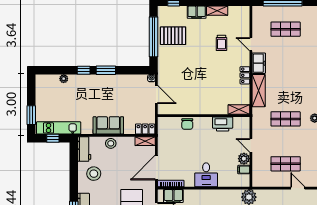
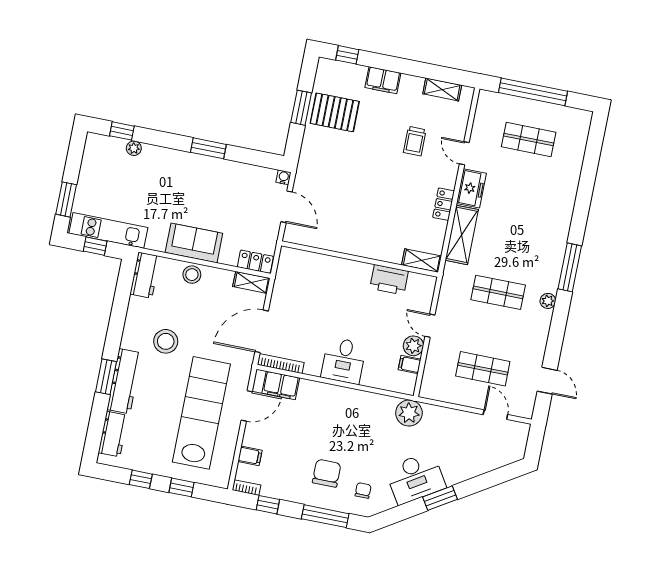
shelving: (217, 11) -> (442, 89), moved
window: (154, 37) -> (301, 108), width x0.47
window: (84, 70) -> (122, 131), moved
chair: (187, 124) -> (329, 267), removed
stool: (94, 174) -> (166, 341), moved

